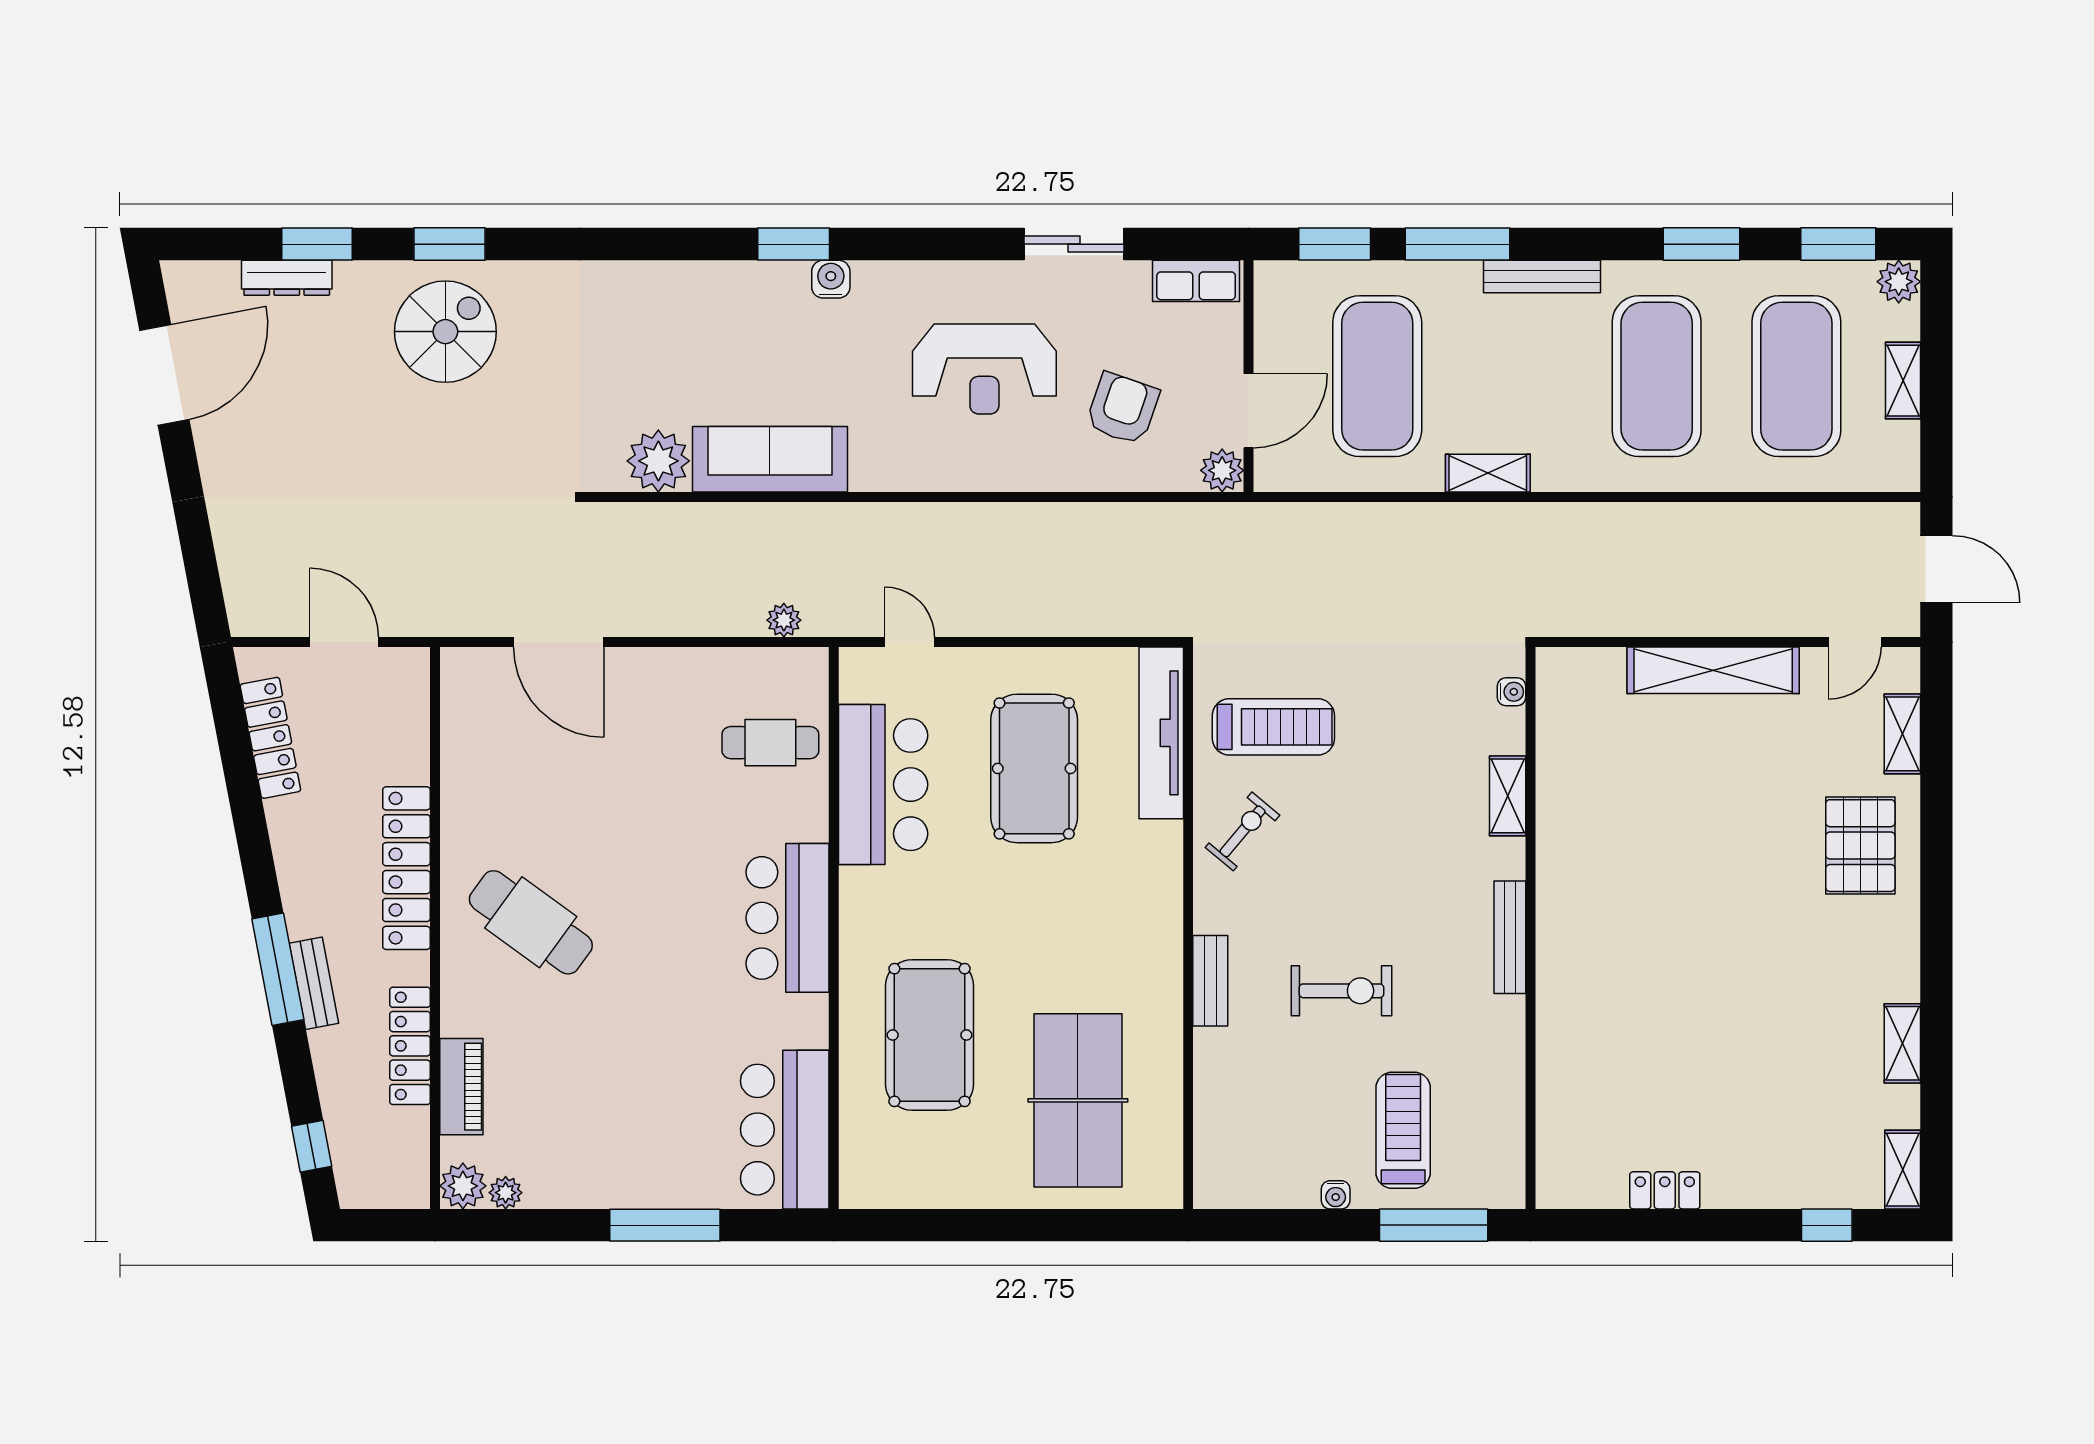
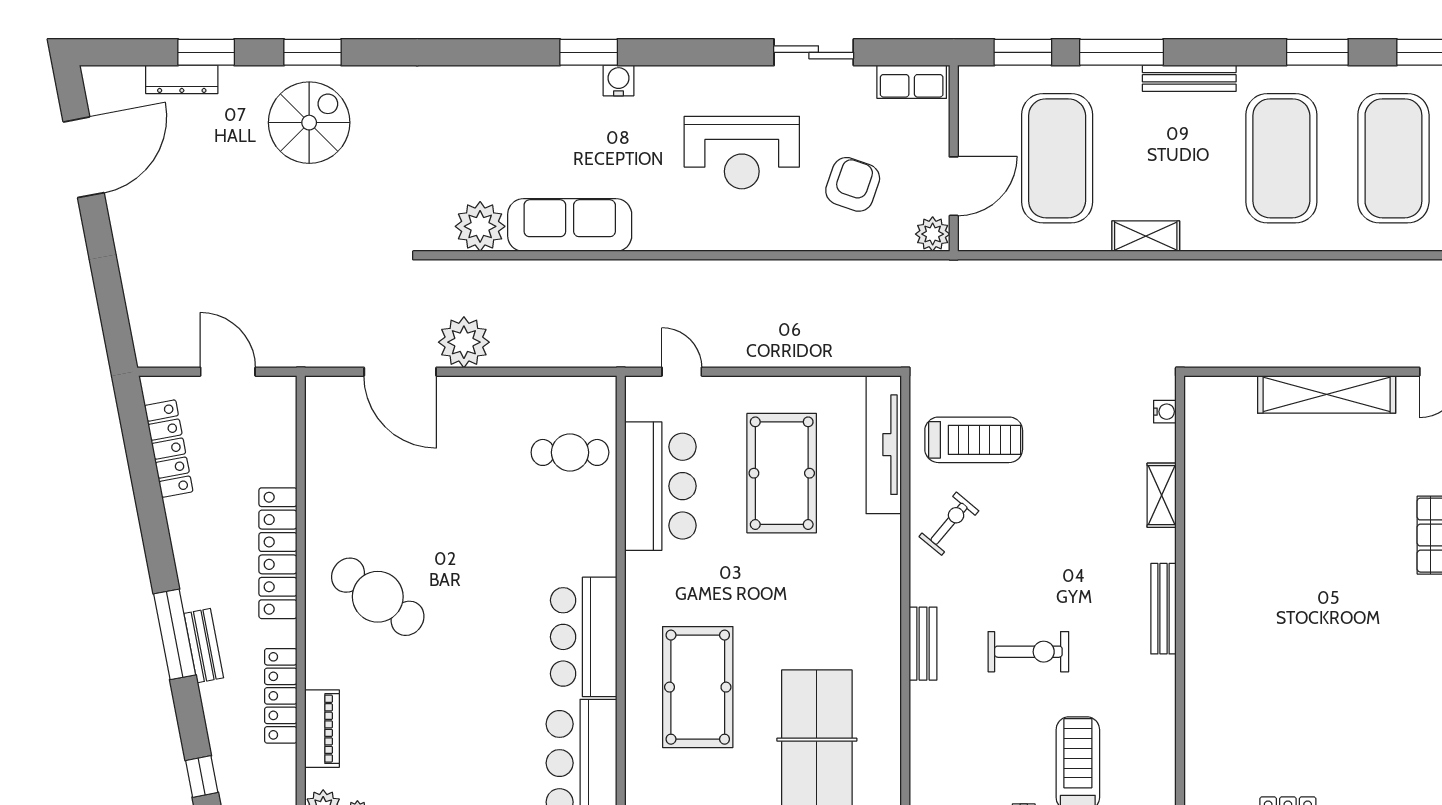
plant: (784, 620) -> (464, 342), moved, width x1.88, depth x1.88
bar counter: (787, 918) -> (584, 637), moved

